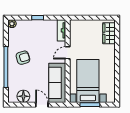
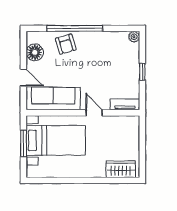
armchair: (23, 58) -> (66, 44), moved
door: (42, 105) -> (23, 78), hinge flipped

